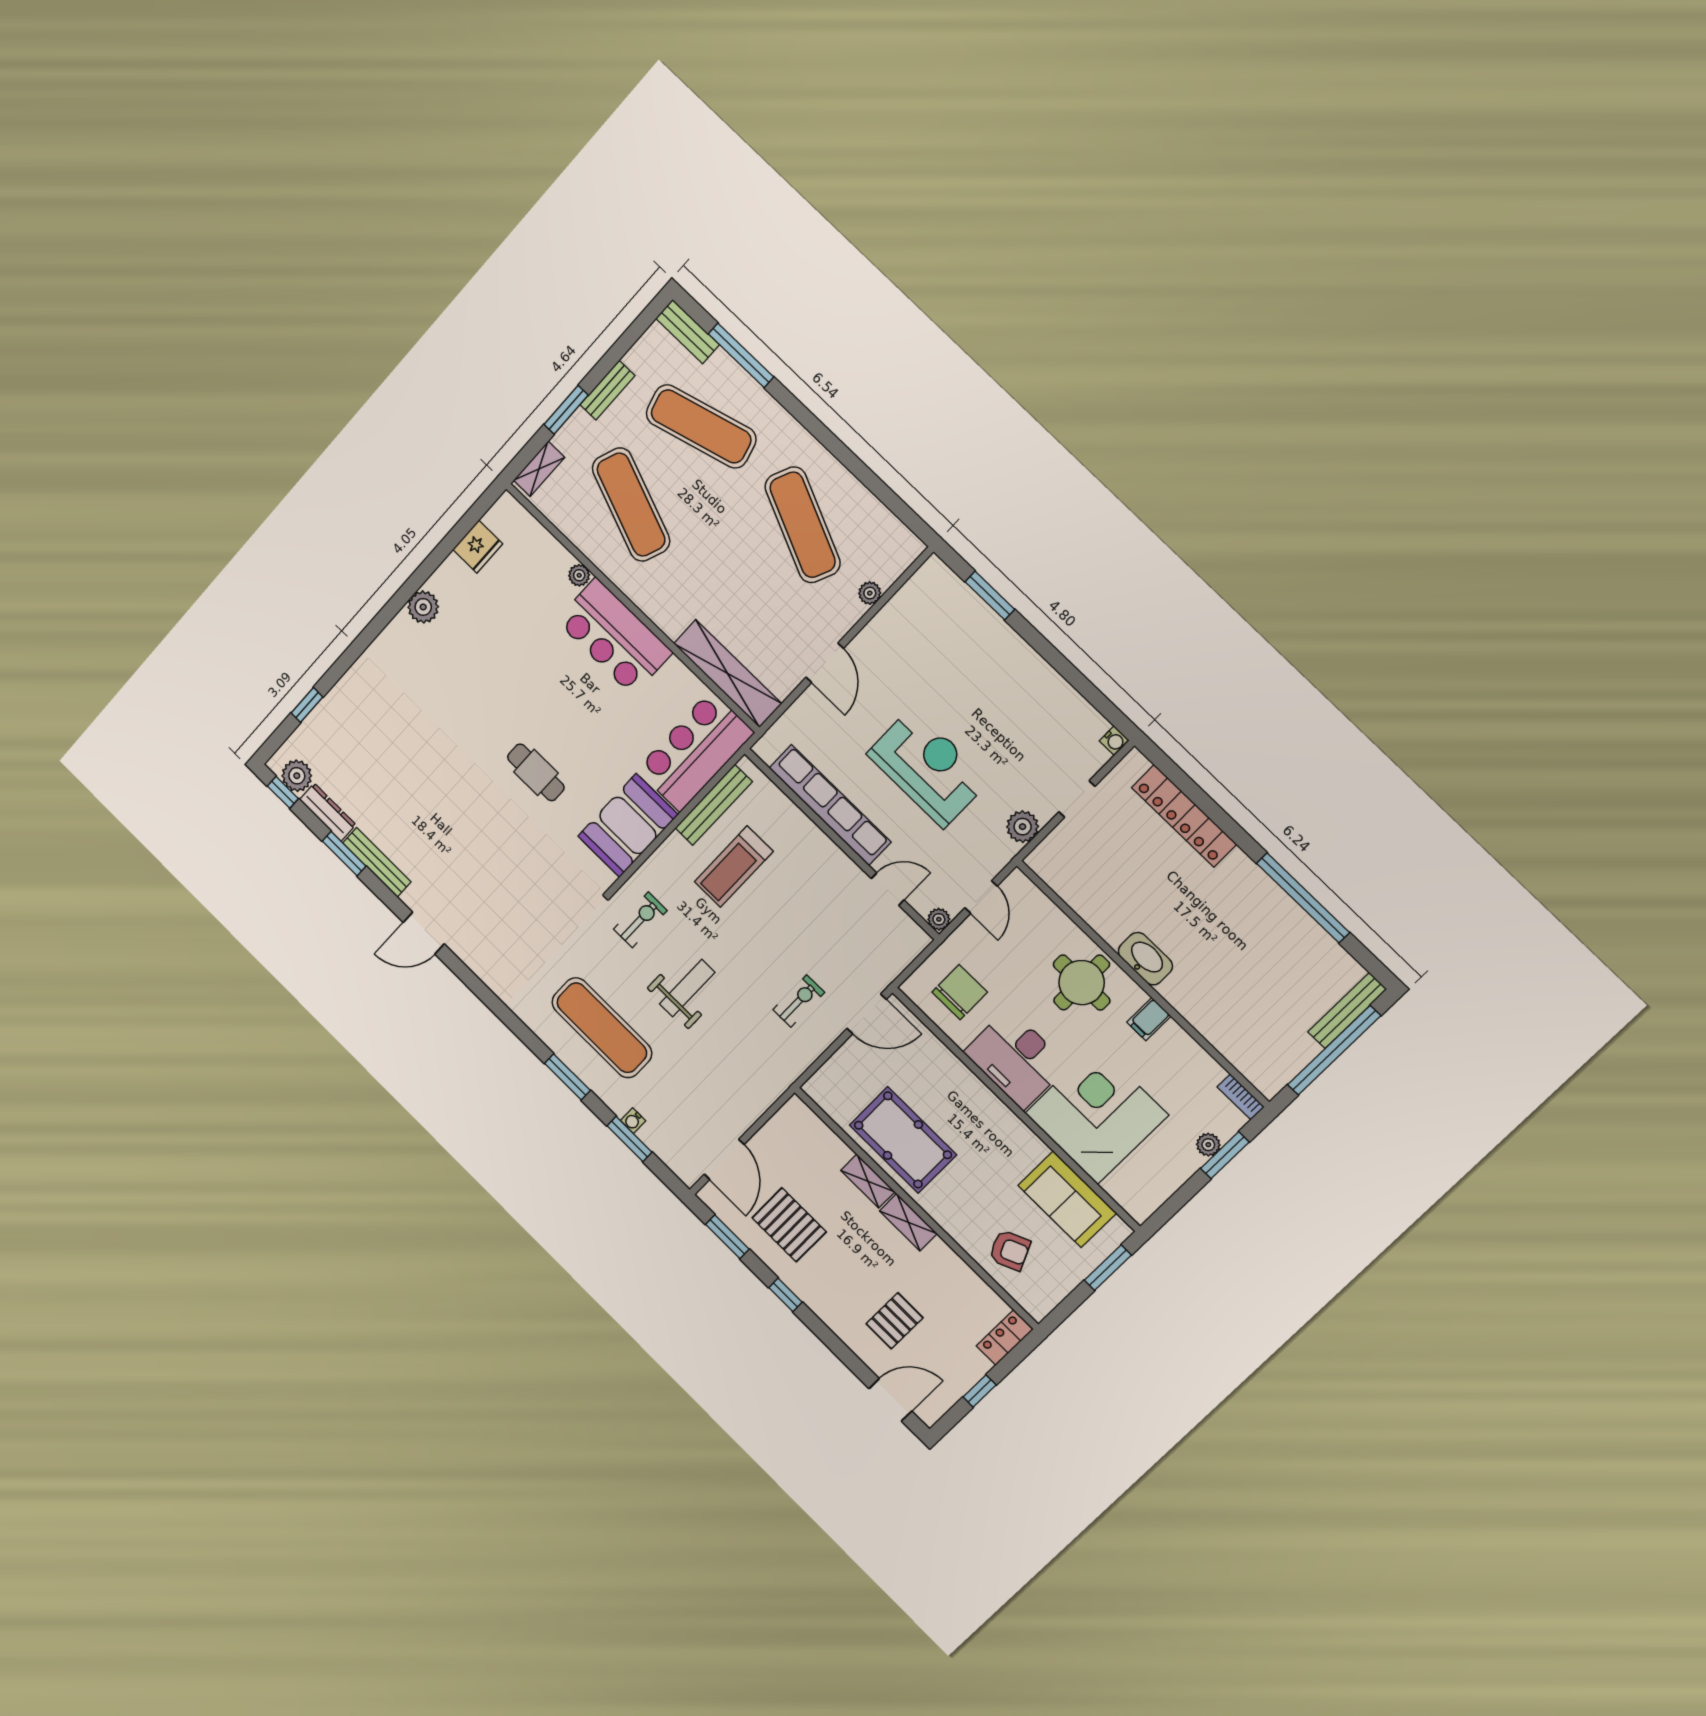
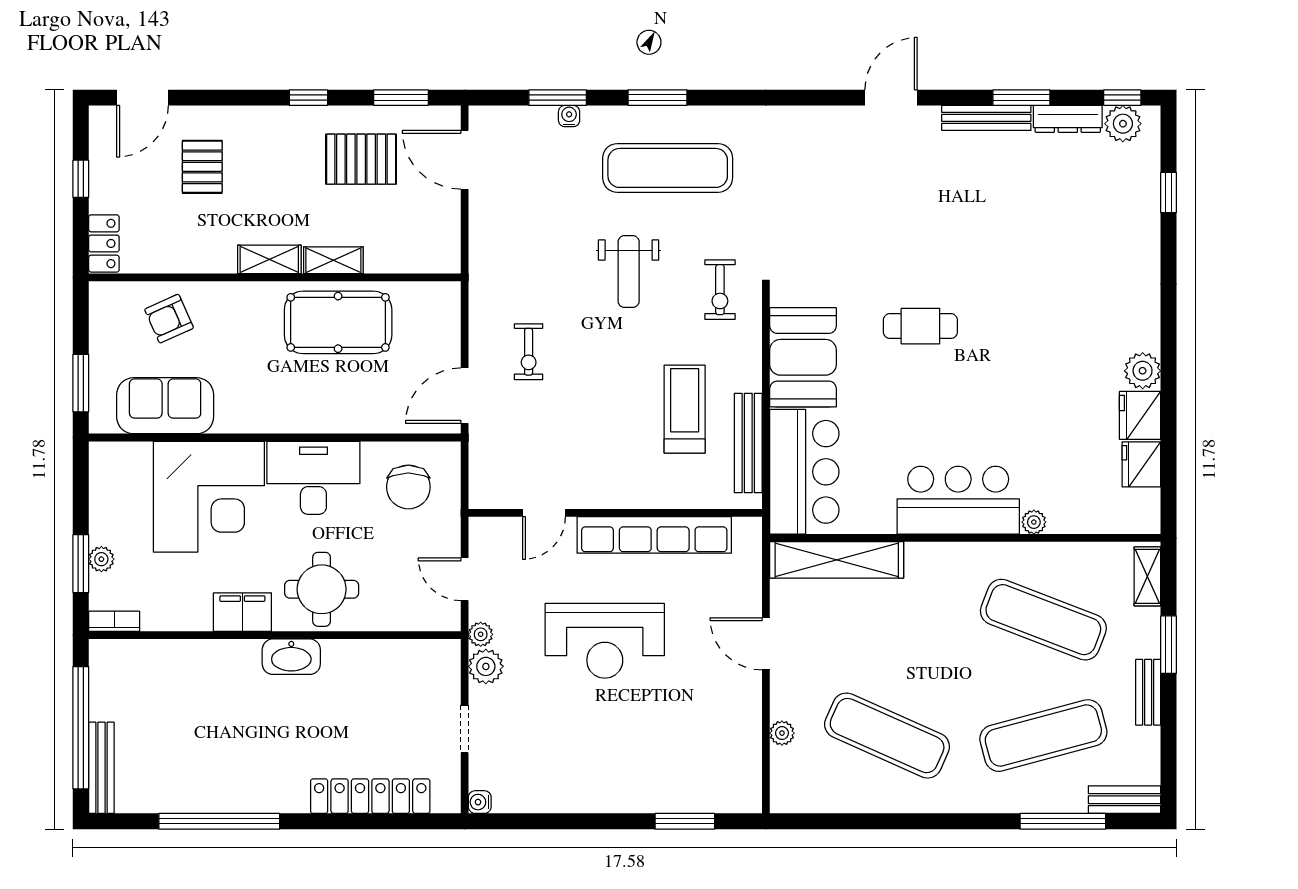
fridge: (450, 579) -> (1140, 415), added
plant: (939, 919) -> (481, 634), moved
filing cabinet: (1149, 1019) -> (242, 612), width x2.00

